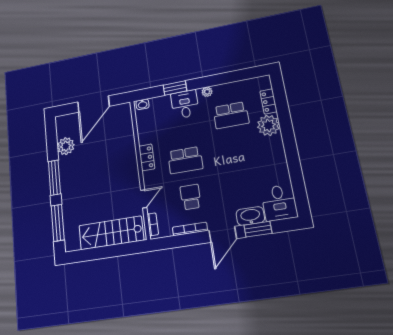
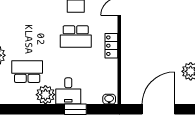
plant: (207, 92) -> (45, 95), width x1.87, depth x1.87
school desk: (185, 160) -> (76, 37), turned 180

